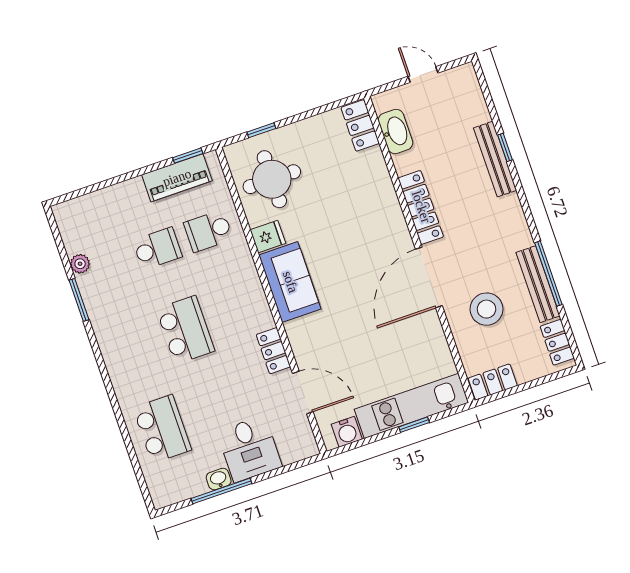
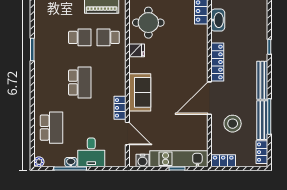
bench: (495, 159) -> (262, 80), moved
plant: (80, 264) -> (39, 162), moved
sofa: (290, 282) -> (140, 92), moved

